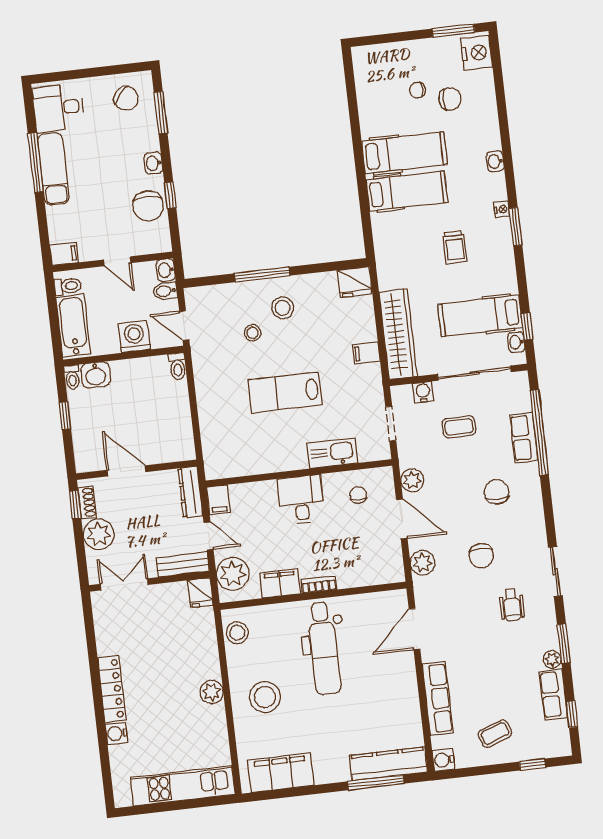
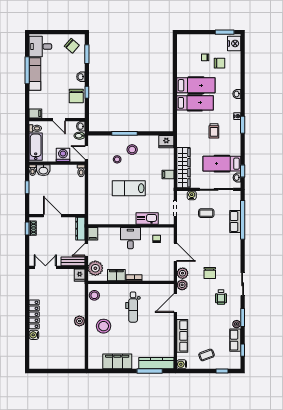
plant: (412, 480) -> (182, 285), moved
chair: (496, 492) -> (220, 245), removed
plant: (99, 534) -> (36, 243), removed
door: (209, 536) -> (86, 250), swing flipped
dental chair: (324, 648) -> (133, 307), width x0.73, depth x0.72
filing cabinet: (281, 773) -> (117, 361), moved
kitchen unit: (183, 786) -> (61, 362), removed

